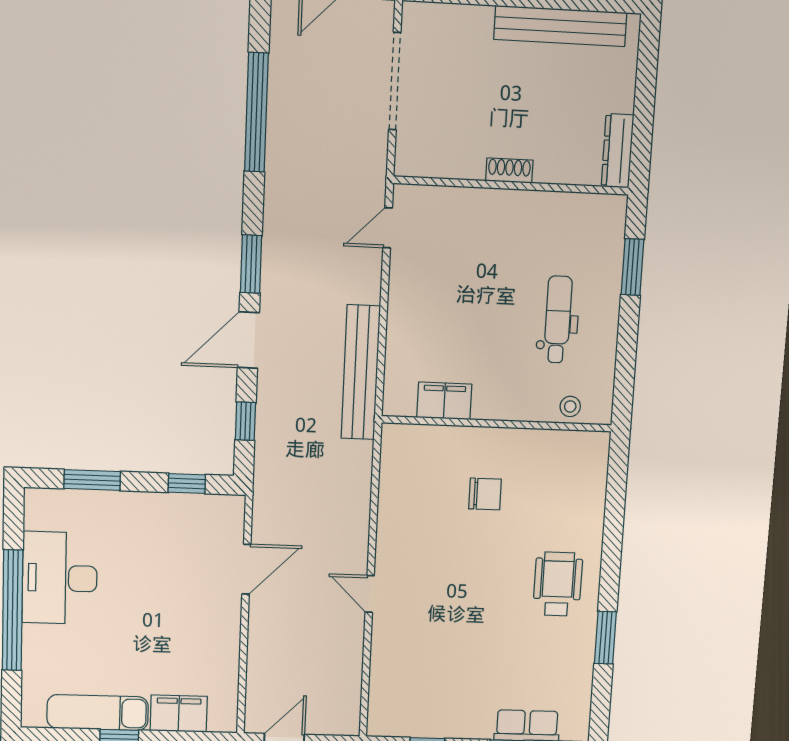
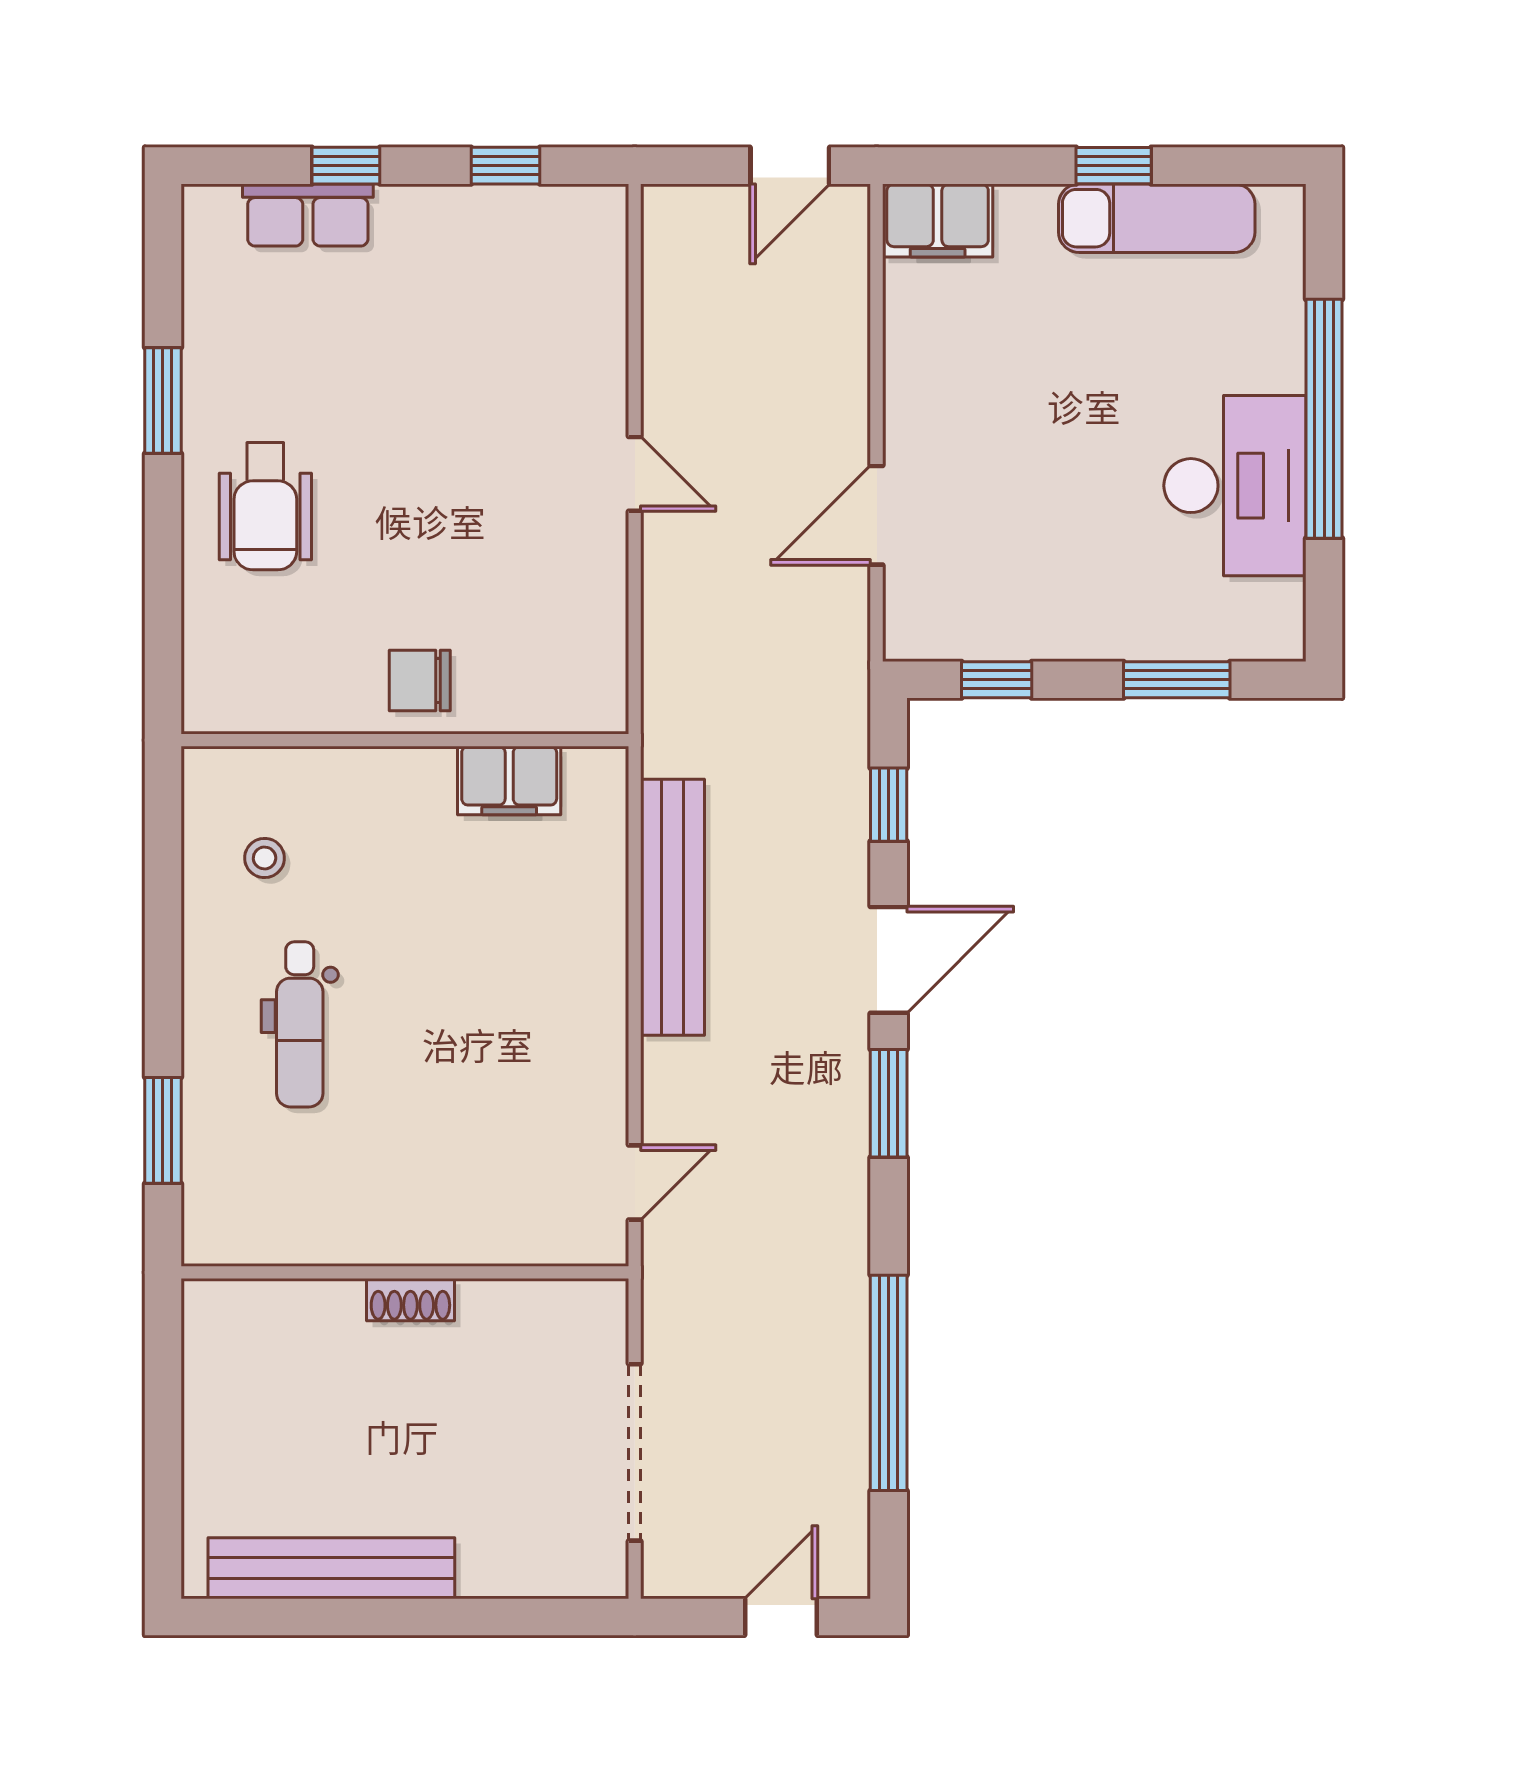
dresser: (617, 151) -> (208, 1346), removed
filing cabinet: (444, 401) -> (509, 781), moved
wall: (497, 424) -> (405, 740), moved
filing cabinet: (179, 714) -> (938, 220), moved

